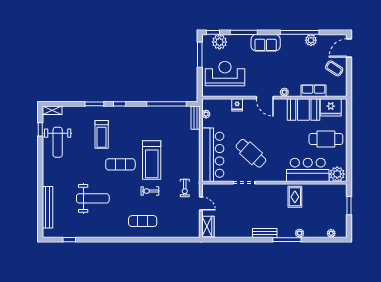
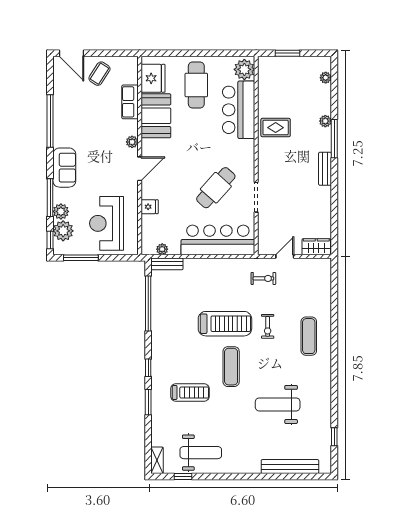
plant: (311, 40) -> (61, 211), moved
weight bench: (93, 198) -> (278, 404), turned -90

